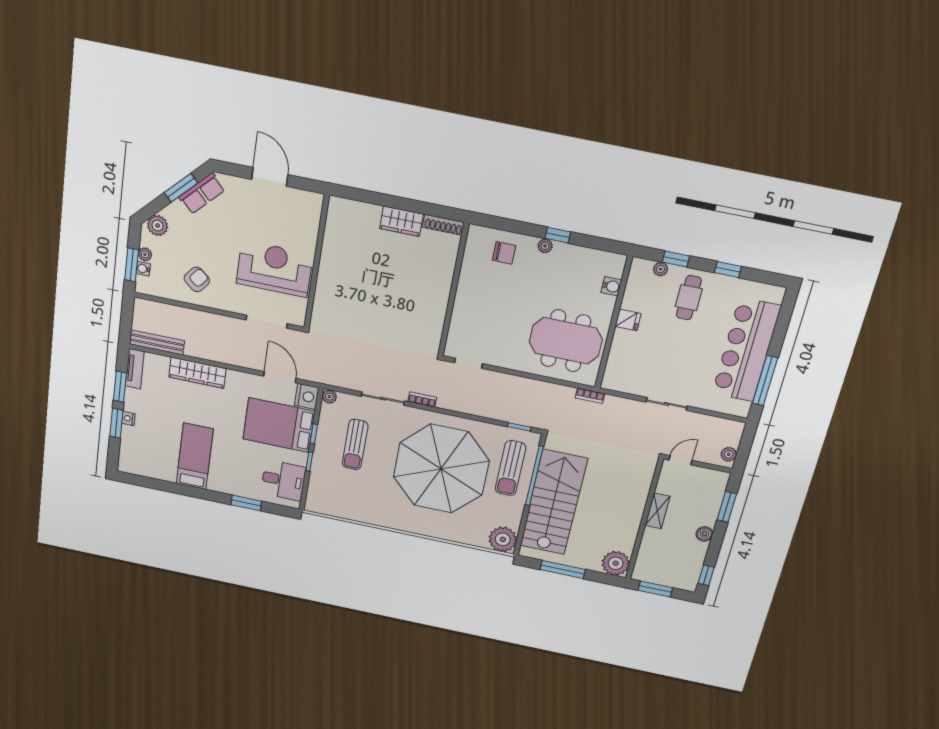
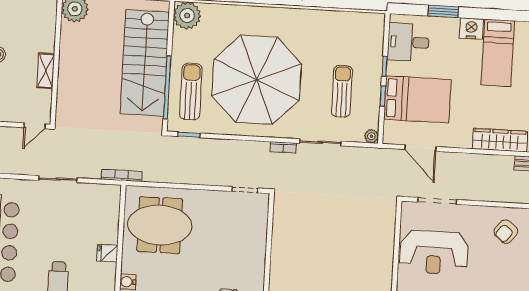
nightstand: (307, 396) -> (471, 29), moved, turned 90
bookcase: (590, 396) -> (122, 175), width x1.56

